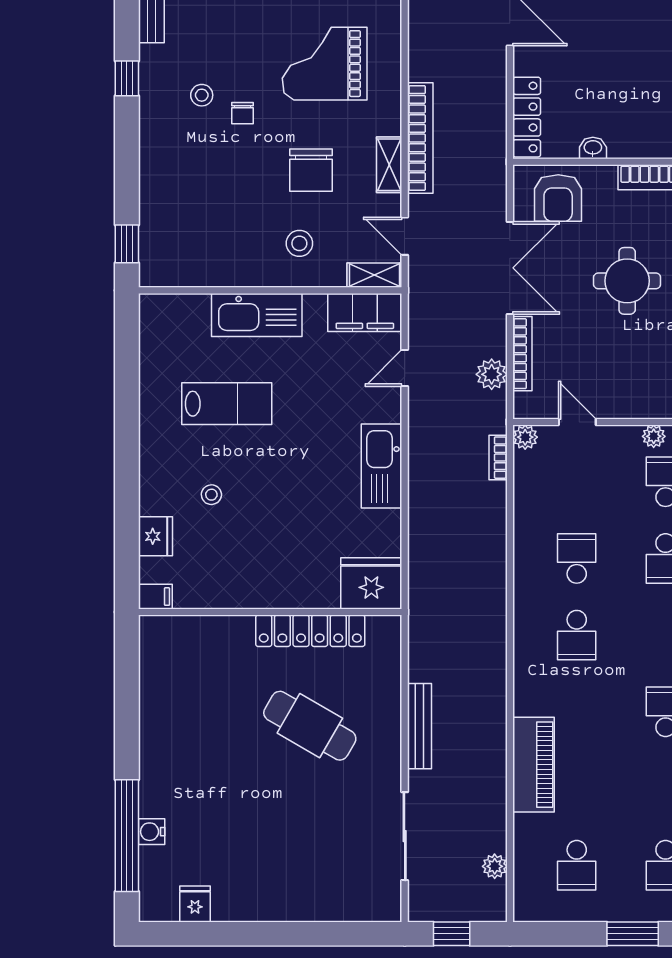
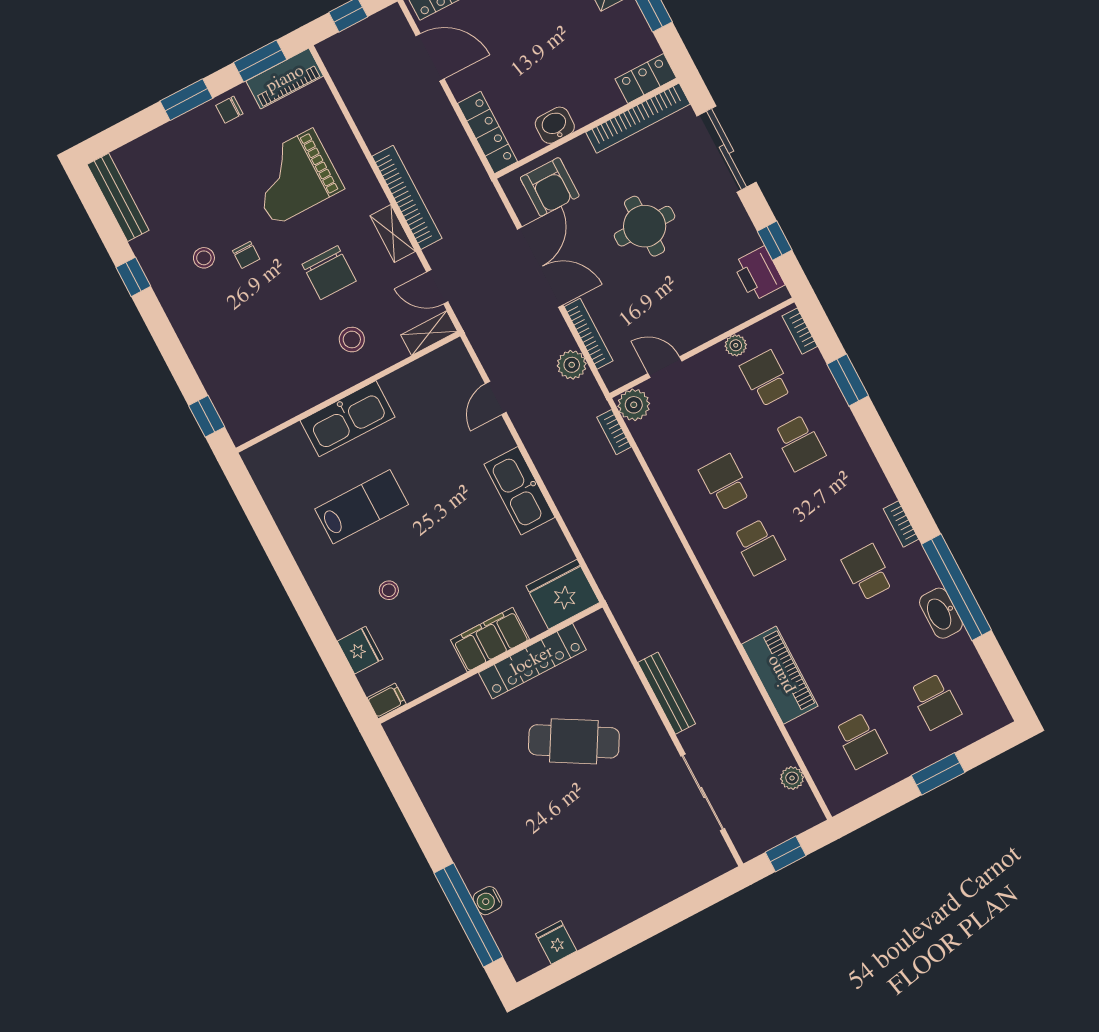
washbasin: (593, 148) -> (555, 125), width x1.38, depth x1.45
filing cabinet: (365, 312) -> (490, 640), moved, turned 180
plant: (525, 437) -> (634, 405), width x1.38, depth x1.38

